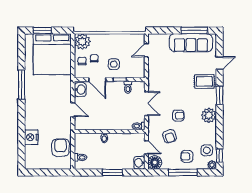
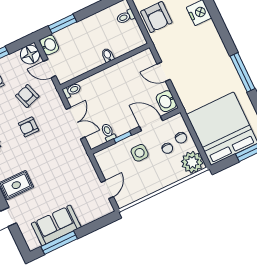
sofa: (191, 43) -> (56, 225), width x0.73
double door: (146, 103) -> (76, 123), swing flipped
window: (113, 172) -> (62, 24), moved

